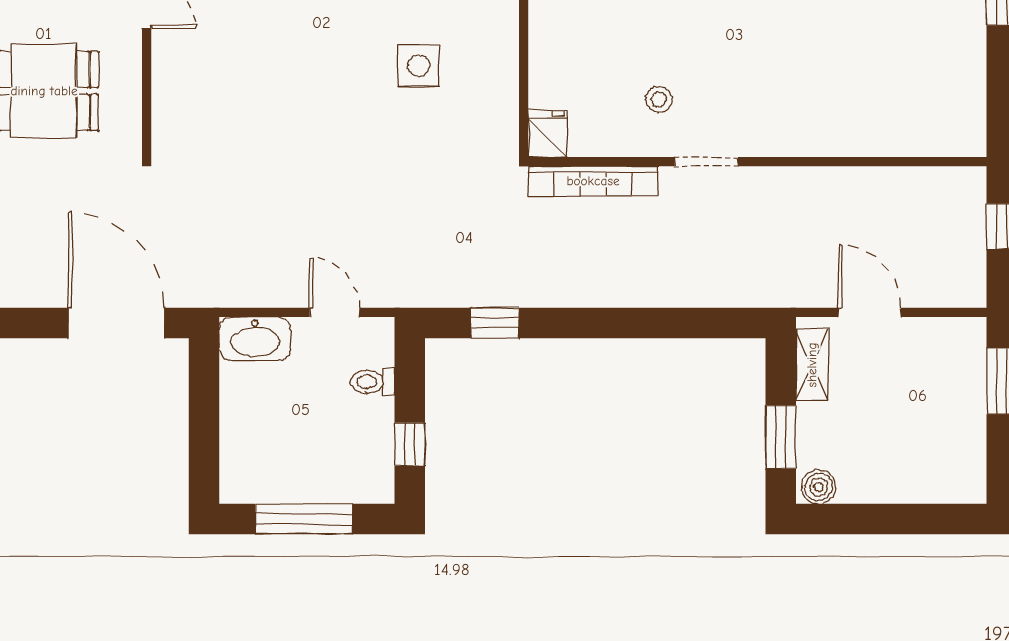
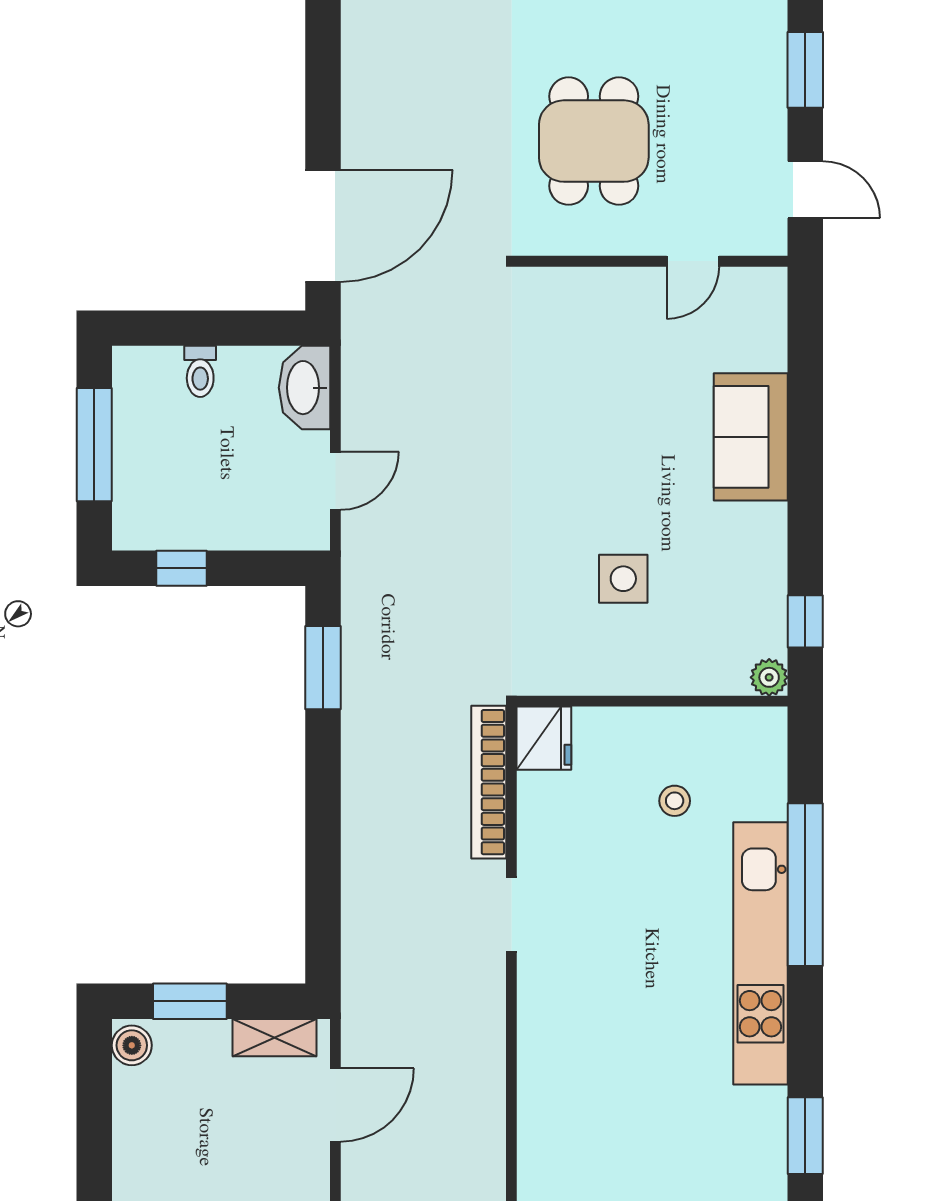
stool: (659, 99) -> (675, 801), moved
fridge: (548, 134) -> (544, 738), width x1.38
window: (495, 323) -> (323, 668), width x1.50
toilet: (373, 382) -> (200, 371), moved, turned 180

